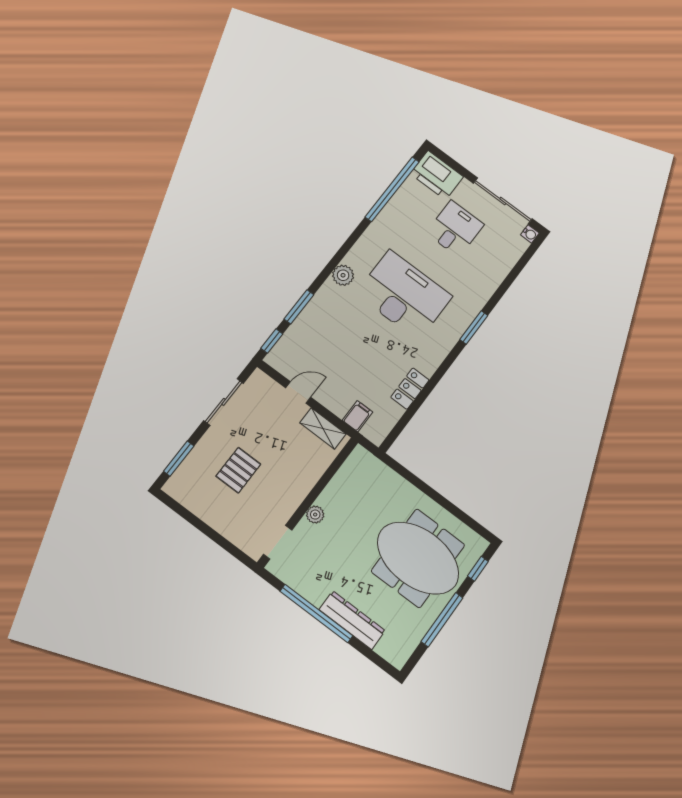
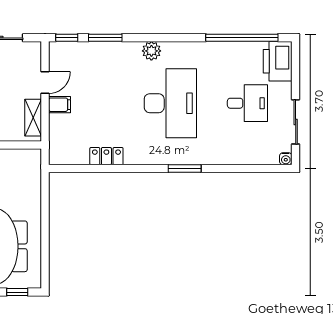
sliding door: (503, 201) -> (296, 122), width x0.73
door: (298, 392) -> (45, 82), hinge flipped
filing cabinet: (358, 416) -> (60, 105), moved

